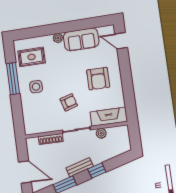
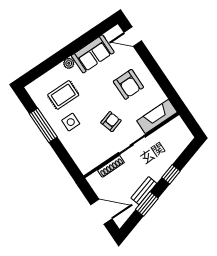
rug: (32, 57) -> (63, 95), moved
plant: (101, 133) -> (158, 136), removed
bench: (80, 167) -> (144, 191), moved

